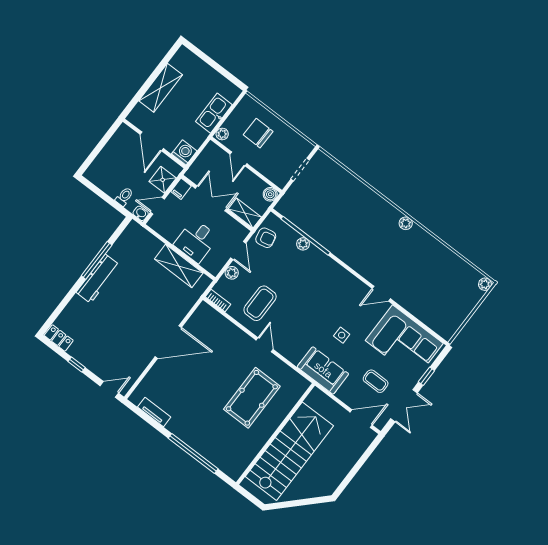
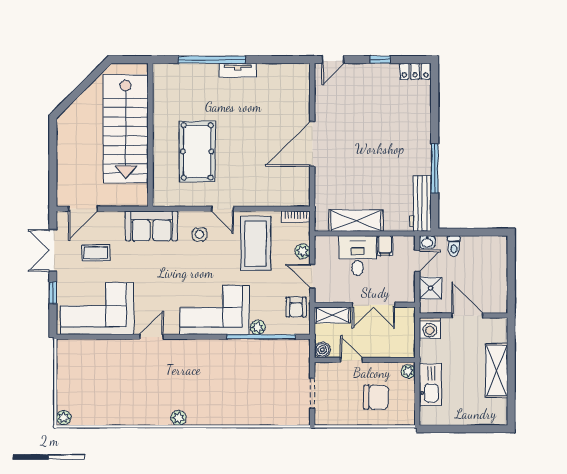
door: (238, 159) -> (351, 360), moved
filing cabinet: (181, 189) -> (385, 246), moved, turned 180
armchair: (266, 238) -> (296, 307), turned -78
workbench: (98, 279) -> (421, 204), moved
corner sofa: (324, 279) -> (215, 310), added
coffee table: (260, 303) -> (256, 243), width x1.36, depth x1.32
side table: (342, 335) -> (199, 234), moved
tv unit: (154, 412) -> (238, 70), moved

